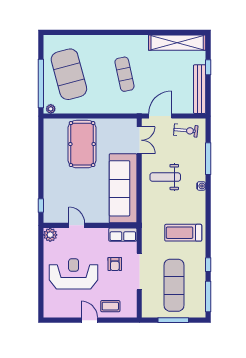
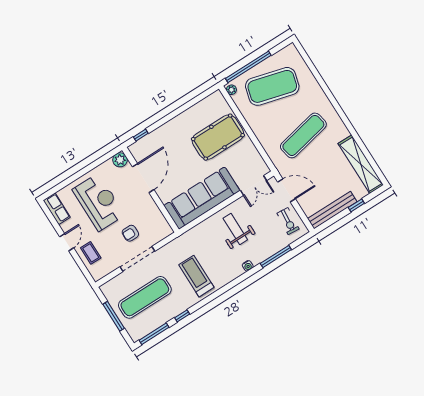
exercise mat: (69, 74) -> (272, 86), turned 30
exercise mat: (124, 74) -> (303, 135), width x1.36, depth x1.45
door: (77, 225) -> (143, 178), width x1.87
row of seats: (123, 235) -> (57, 209), moved, turned 180

